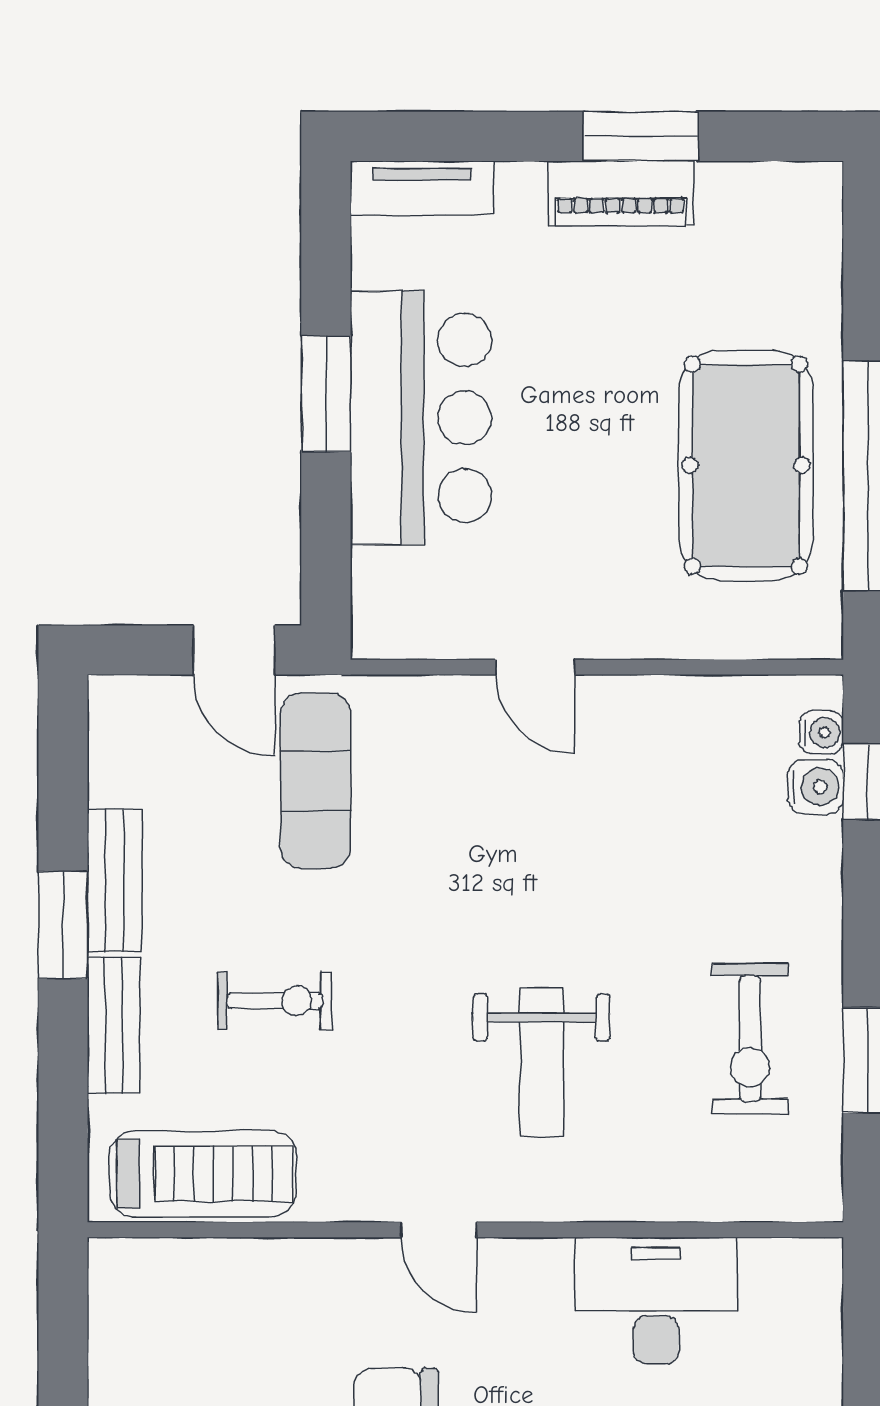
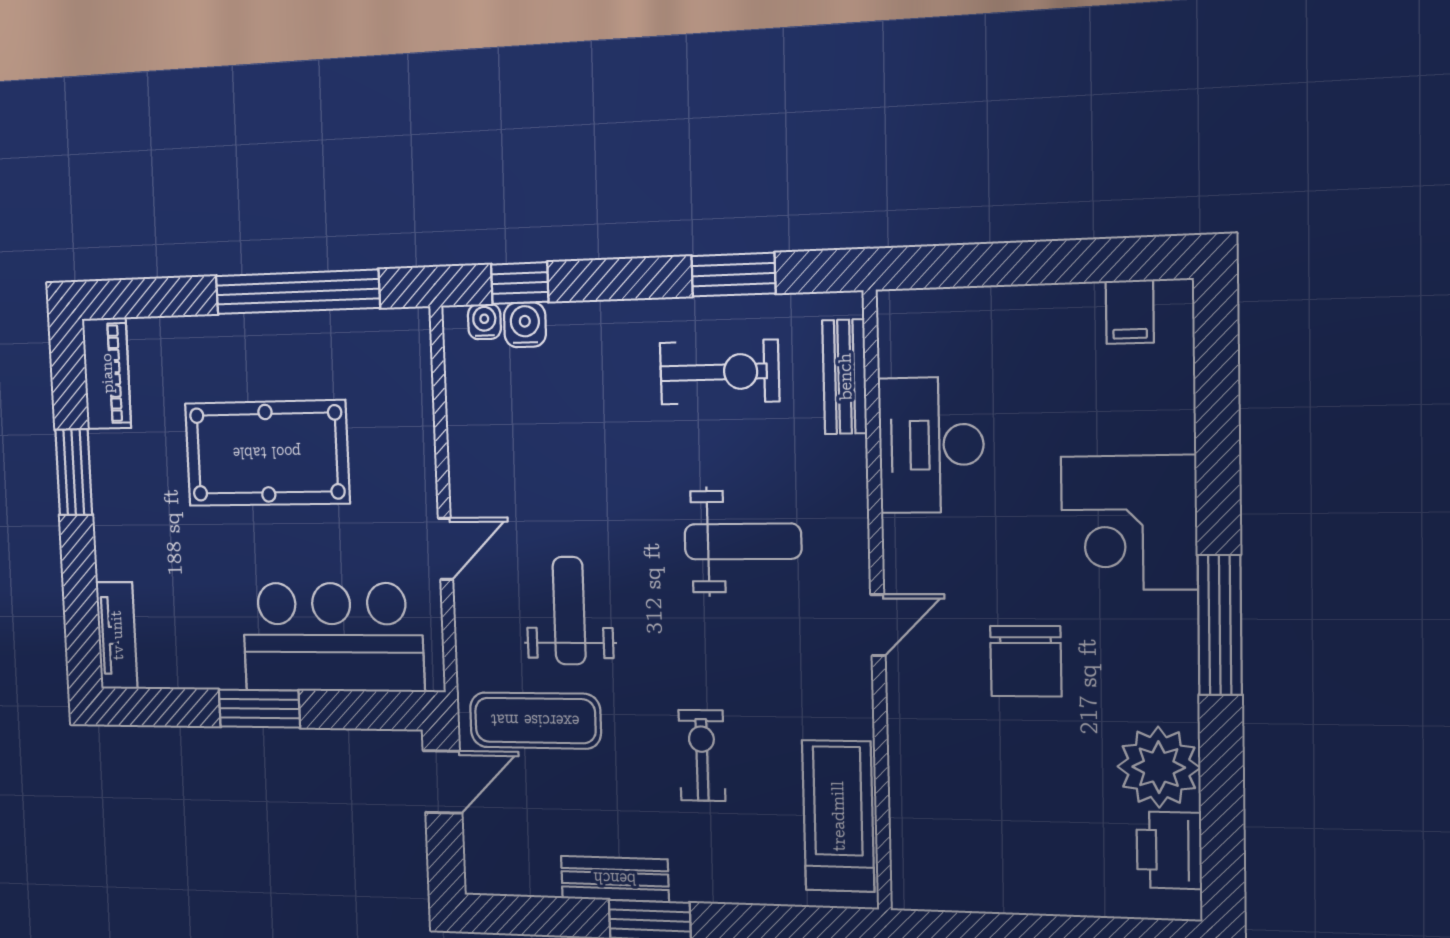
piano: (621, 193) -> (107, 373), moved
bar counter: (421, 418) -> (333, 637), moved
pool table: (746, 465) -> (267, 453), moved
weight bench: (456, 832) -> (569, 611), added
bench: (114, 1025) -> (845, 377), moved, turned 90

